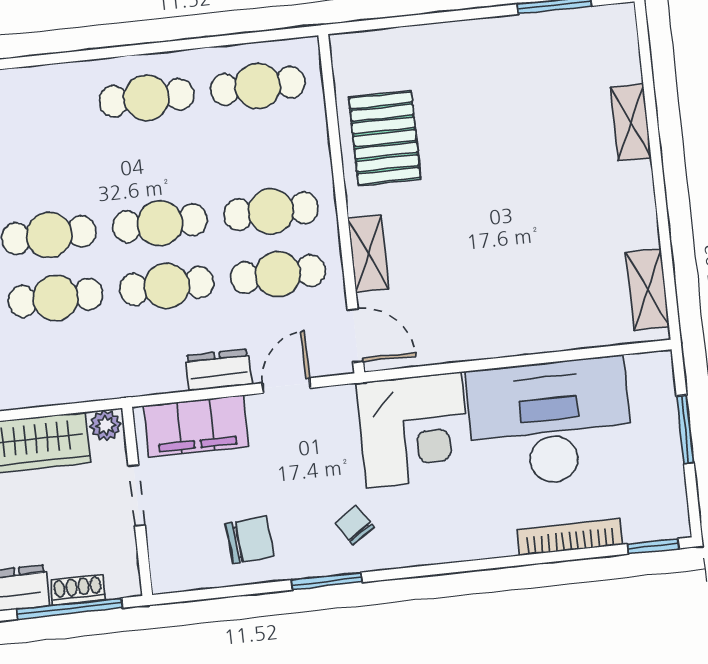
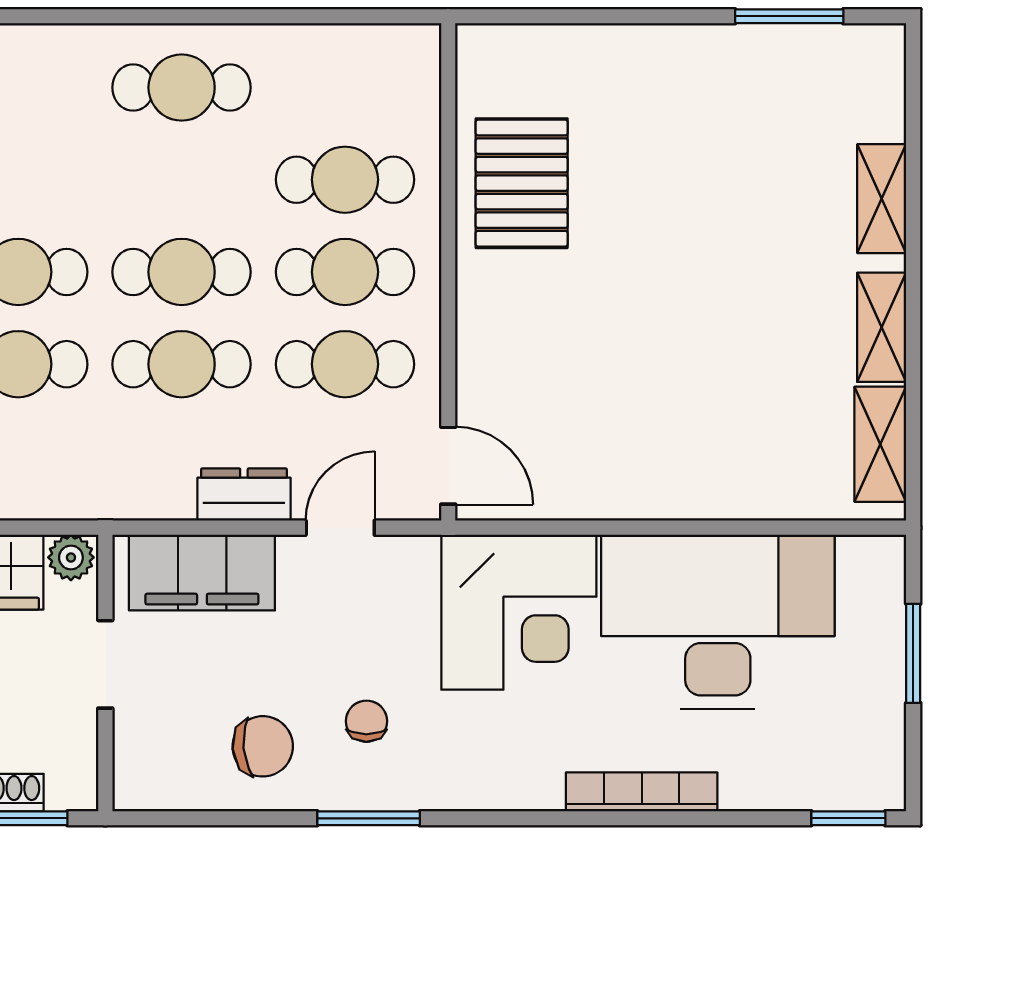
cafe table: (258, 86) -> (345, 180), moved
shelving: (368, 254) -> (882, 327), moved
chair: (354, 525) -> (366, 721), moved, turned 34
bookcase: (570, 537) -> (642, 792), moved

